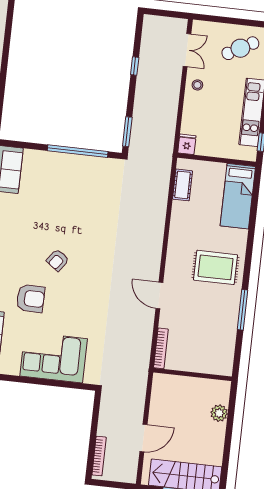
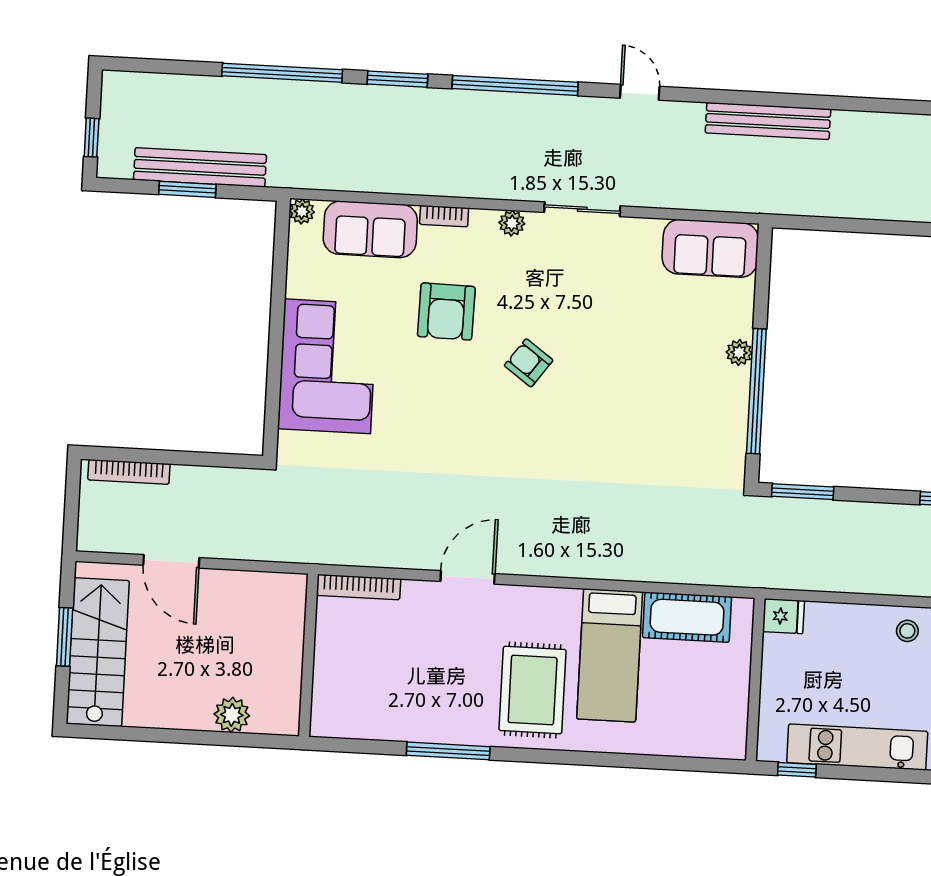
plant: (58, 158) -> (739, 352), added
cot: (183, 185) -> (687, 617), width x1.37, depth x1.34
bed: (238, 196) -> (610, 655), moved, turned -90

